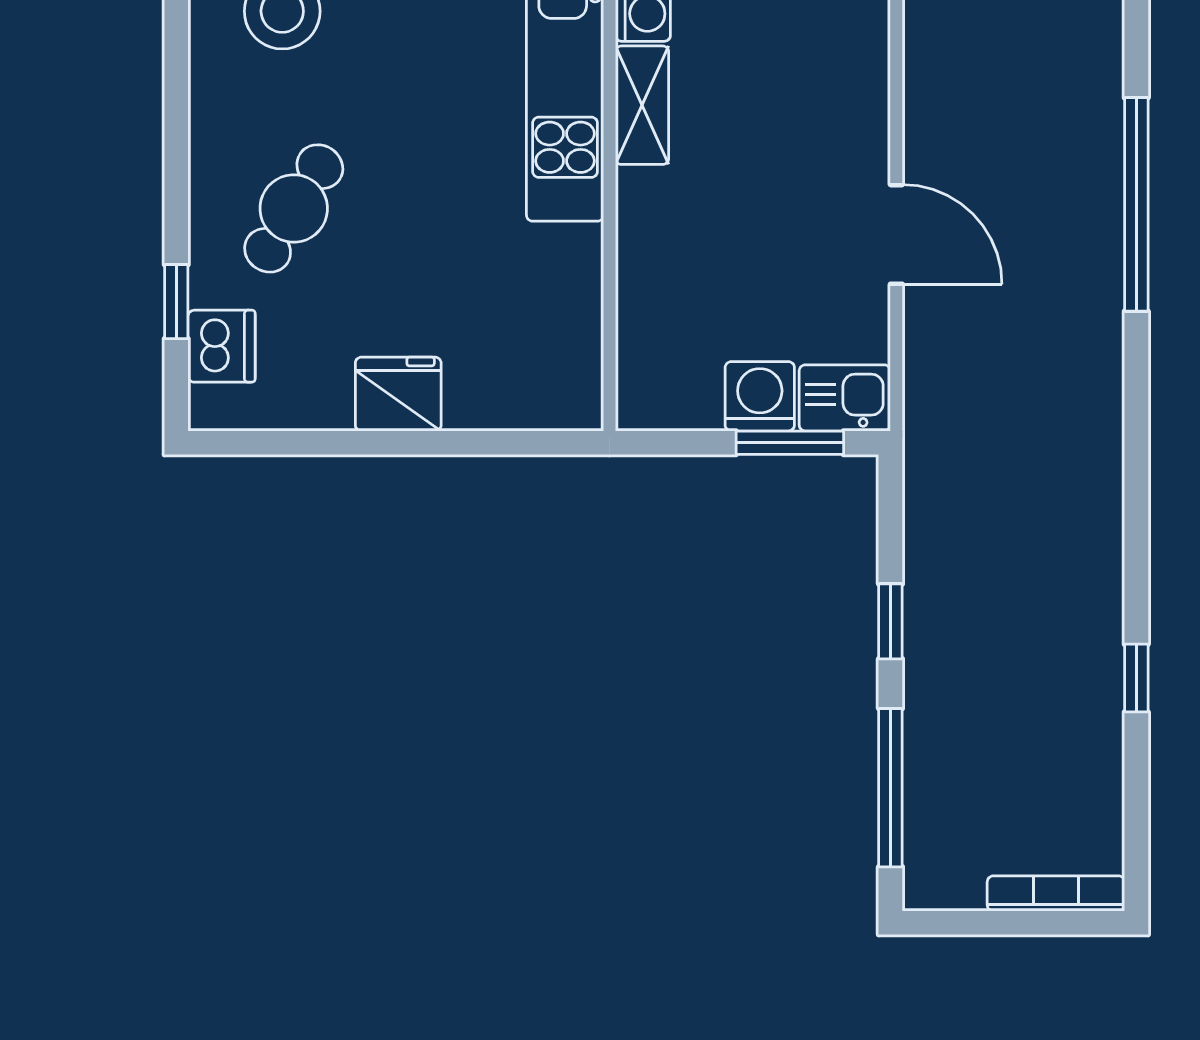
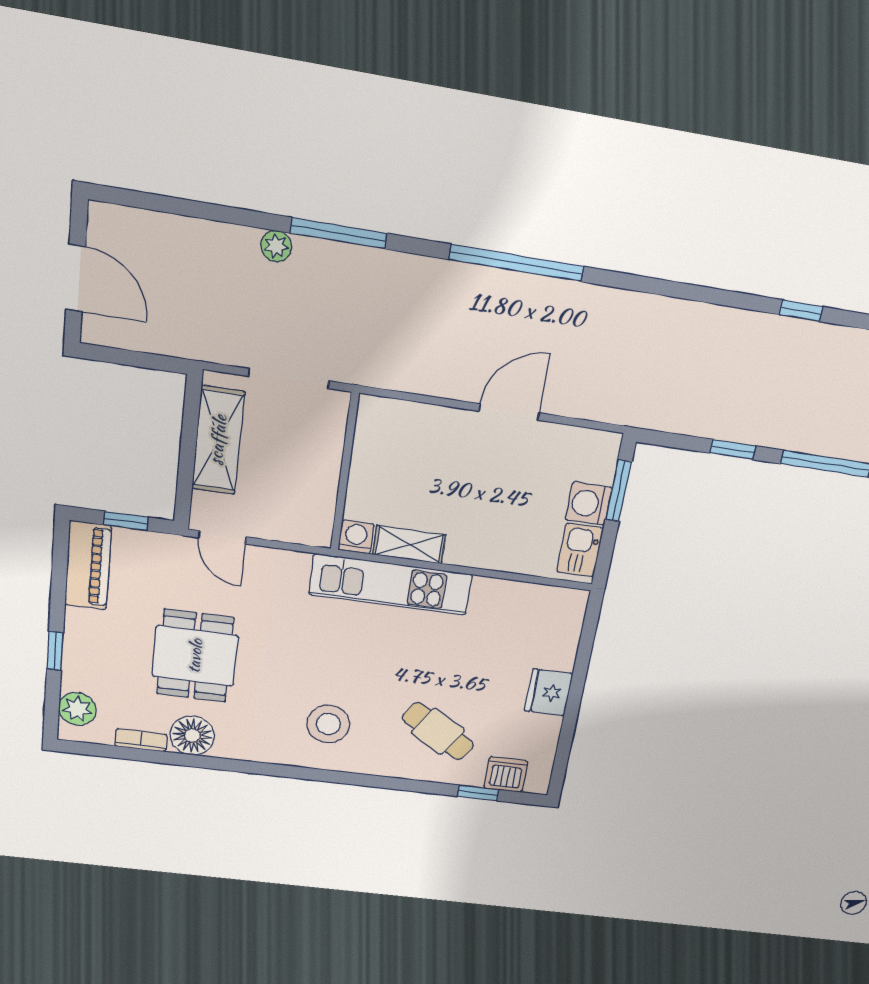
kitchen sink: (845, 398) -> (580, 550), moved

